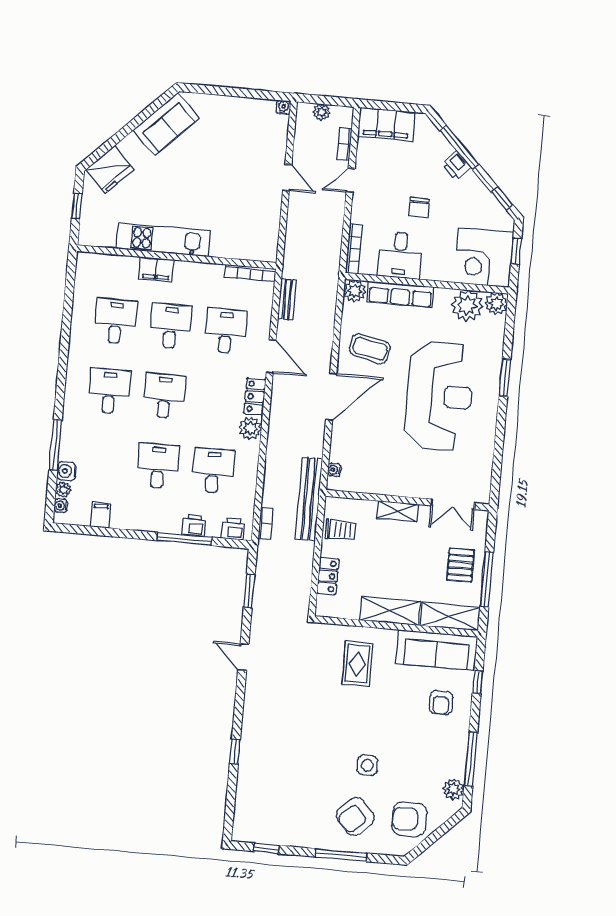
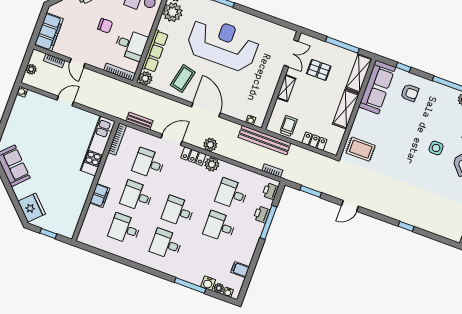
kitchen unit: (163, 240) -> (98, 146), moved
plant: (280, 418) -> (210, 145), added
pallet: (461, 565) -> (319, 70), moved
rug: (357, 664) -> (361, 149), moved

